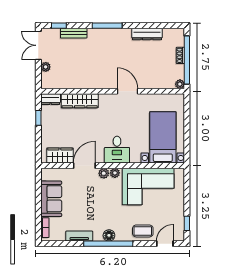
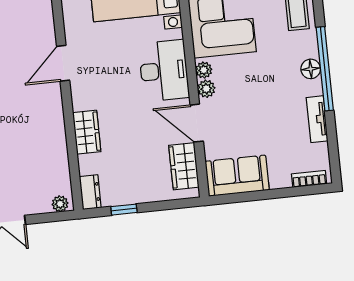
plant: (46, 67) -> (60, 204), moved
wardrobe: (80, 101) -> (87, 132), width x0.67
desk: (117, 150) -> (164, 71), width x1.37
sofa: (51, 199) -> (237, 176), moved

